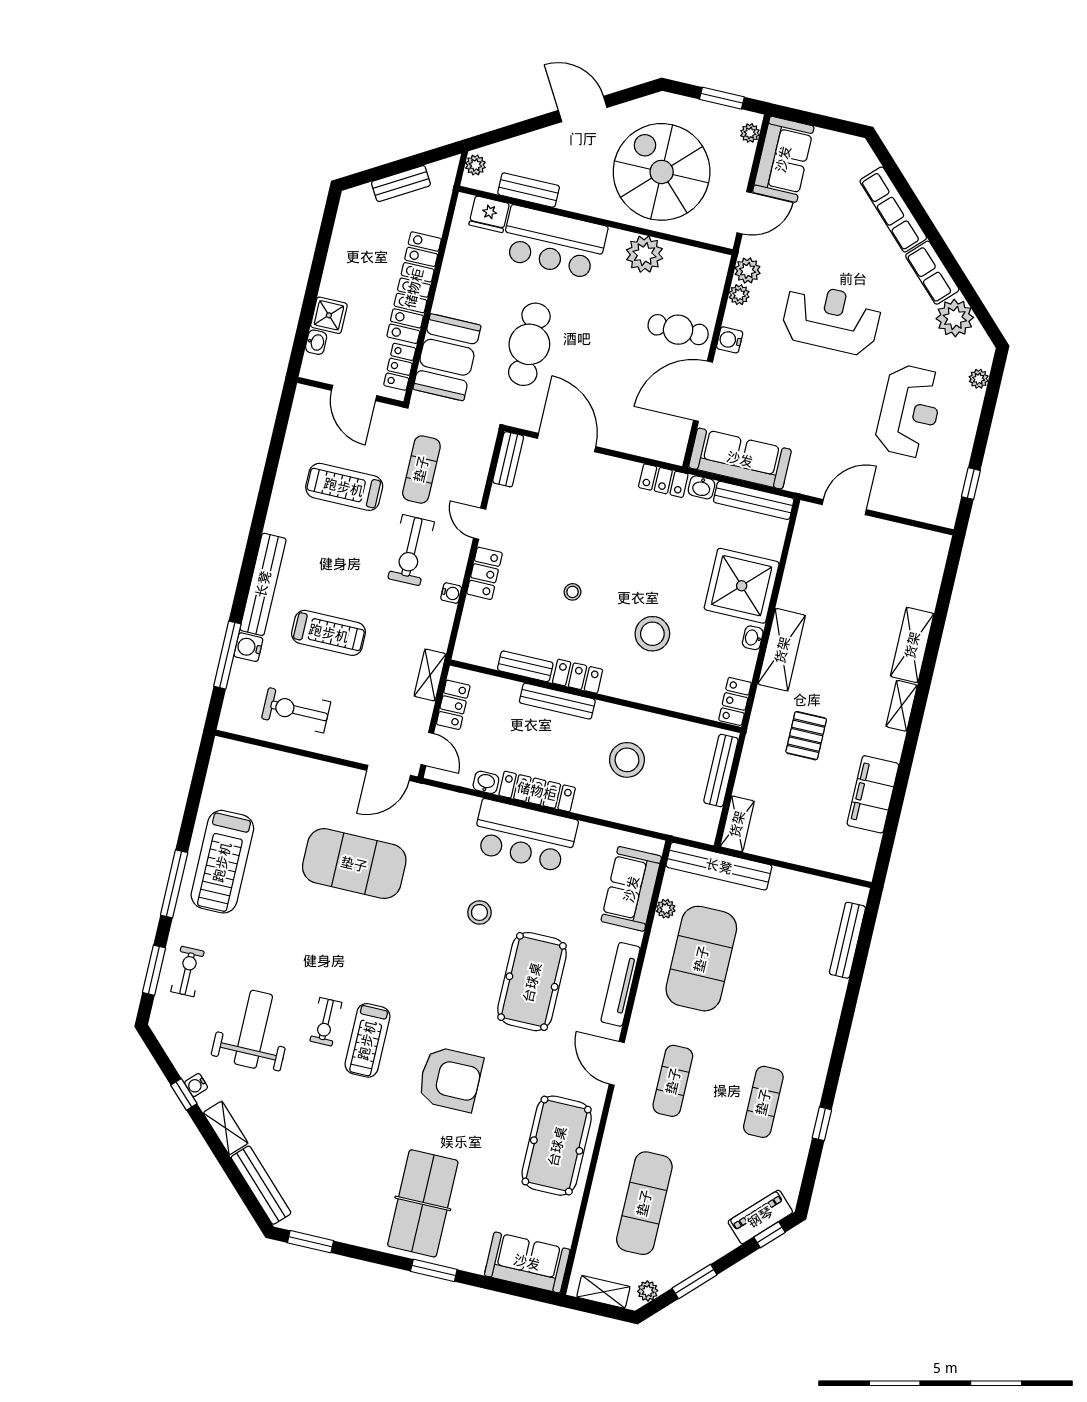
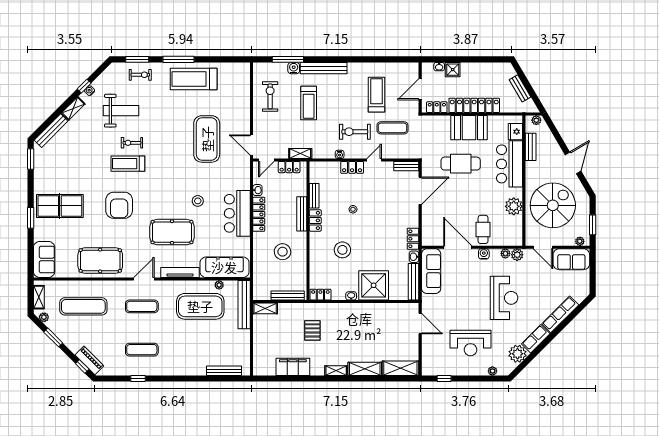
booth: (447, 357) -> (469, 128), moved
shelving: (782, 650) -> (400, 368), moved
pallet: (806, 736) -> (312, 330), turned 90
sofa: (631, 889) -> (224, 267), width x1.36

